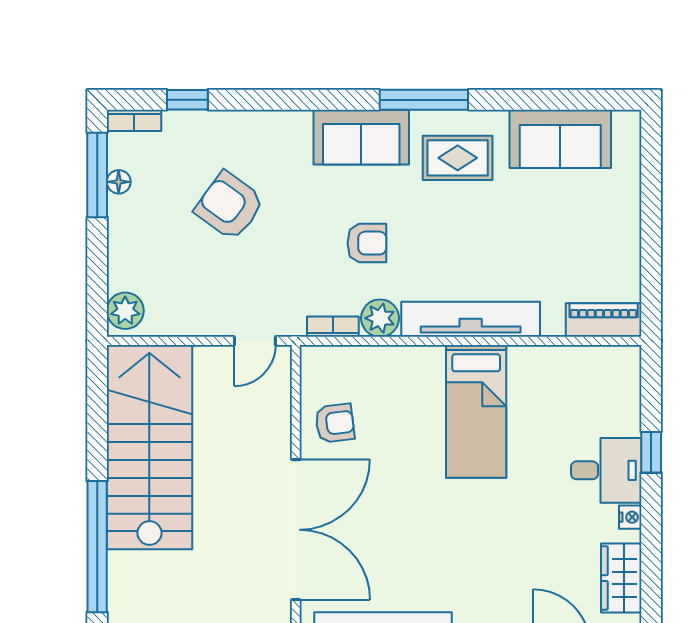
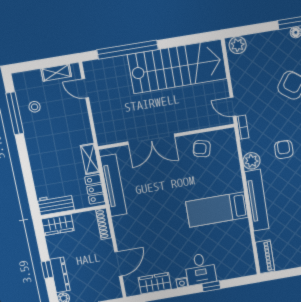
armchair: (367, 243) -> (284, 149), turned 180
bookcase: (333, 327) -> (243, 127), moved
armchair: (335, 423) -> (202, 149), turned 110
double door: (296, 530) -> (151, 139), width x0.73

